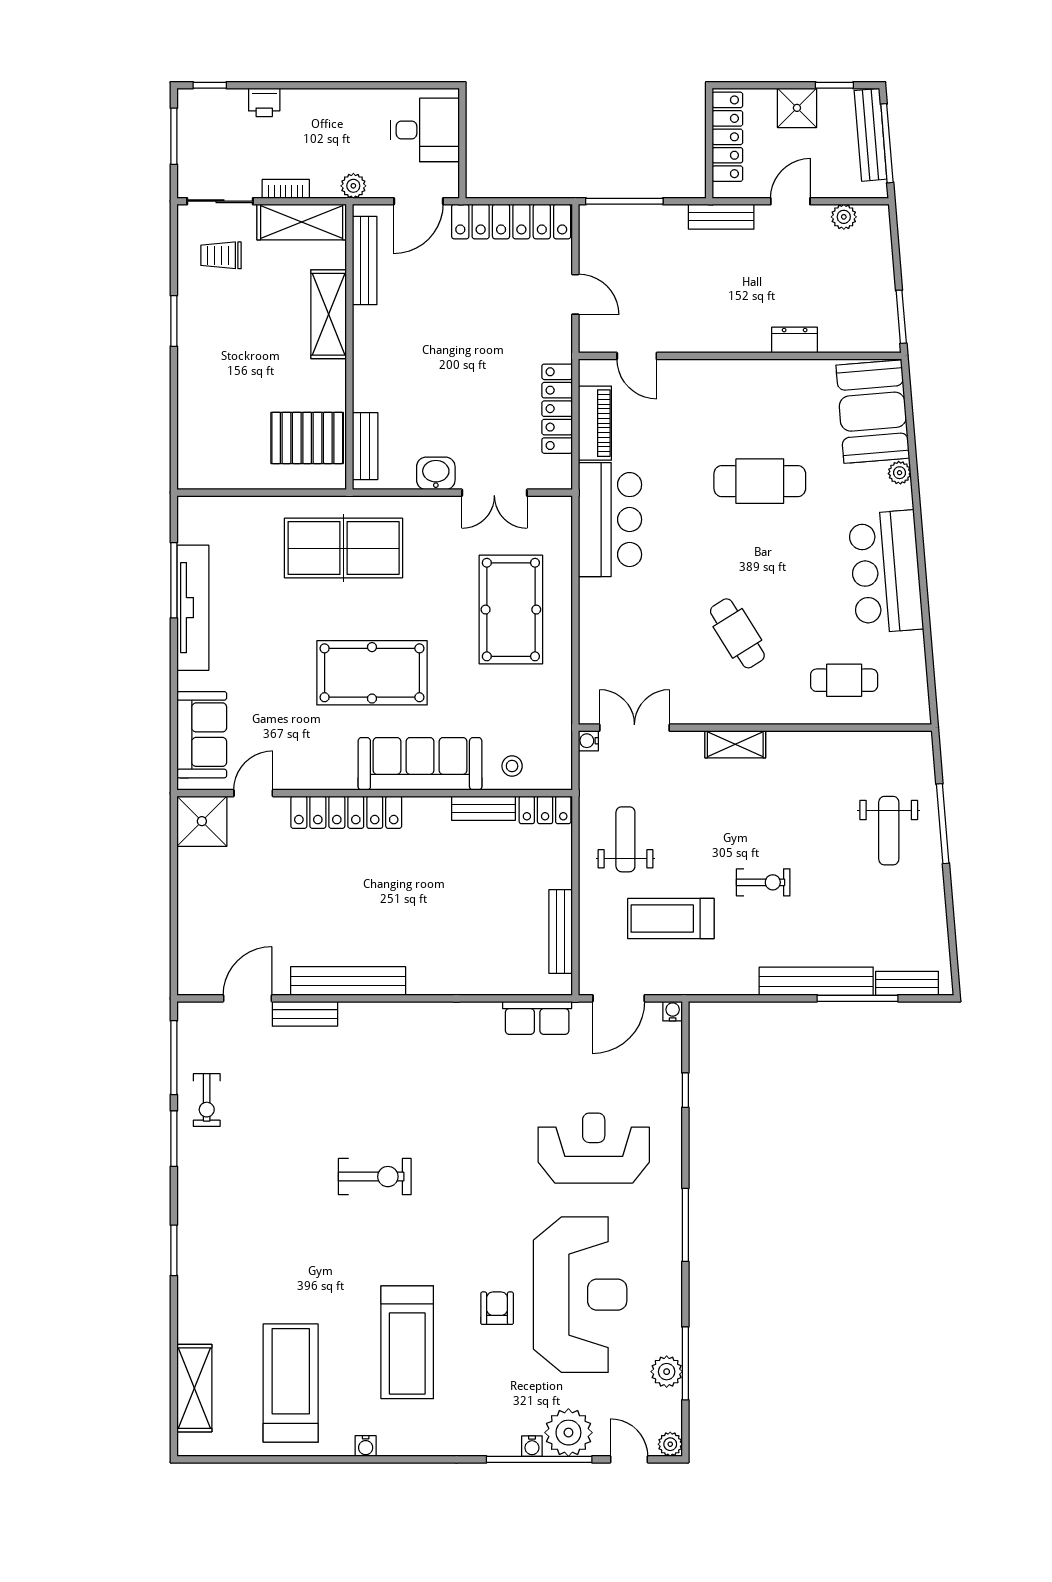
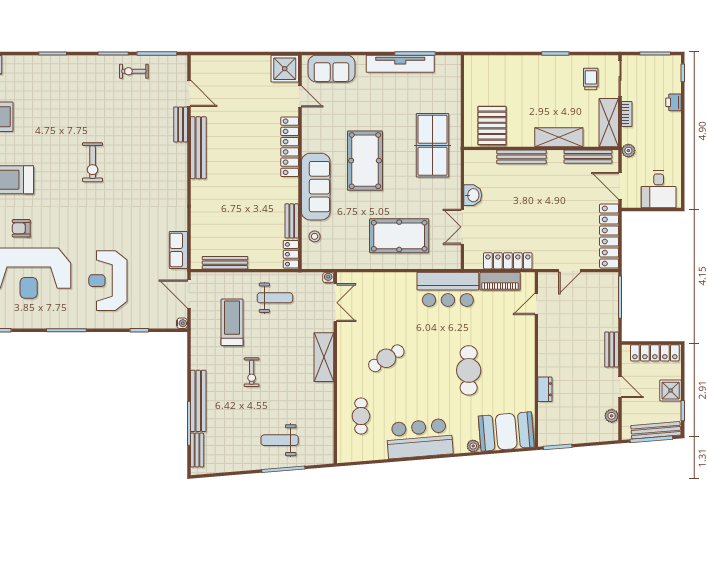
bench: (365, 446) -> (522, 157), moved, width x1.36
shelving: (735, 744) -> (324, 357), width x1.50, depth x1.33
reception desk: (594, 1148) -> (108, 281), turned 180
armchair: (497, 1308) -> (21, 228), turned 180

